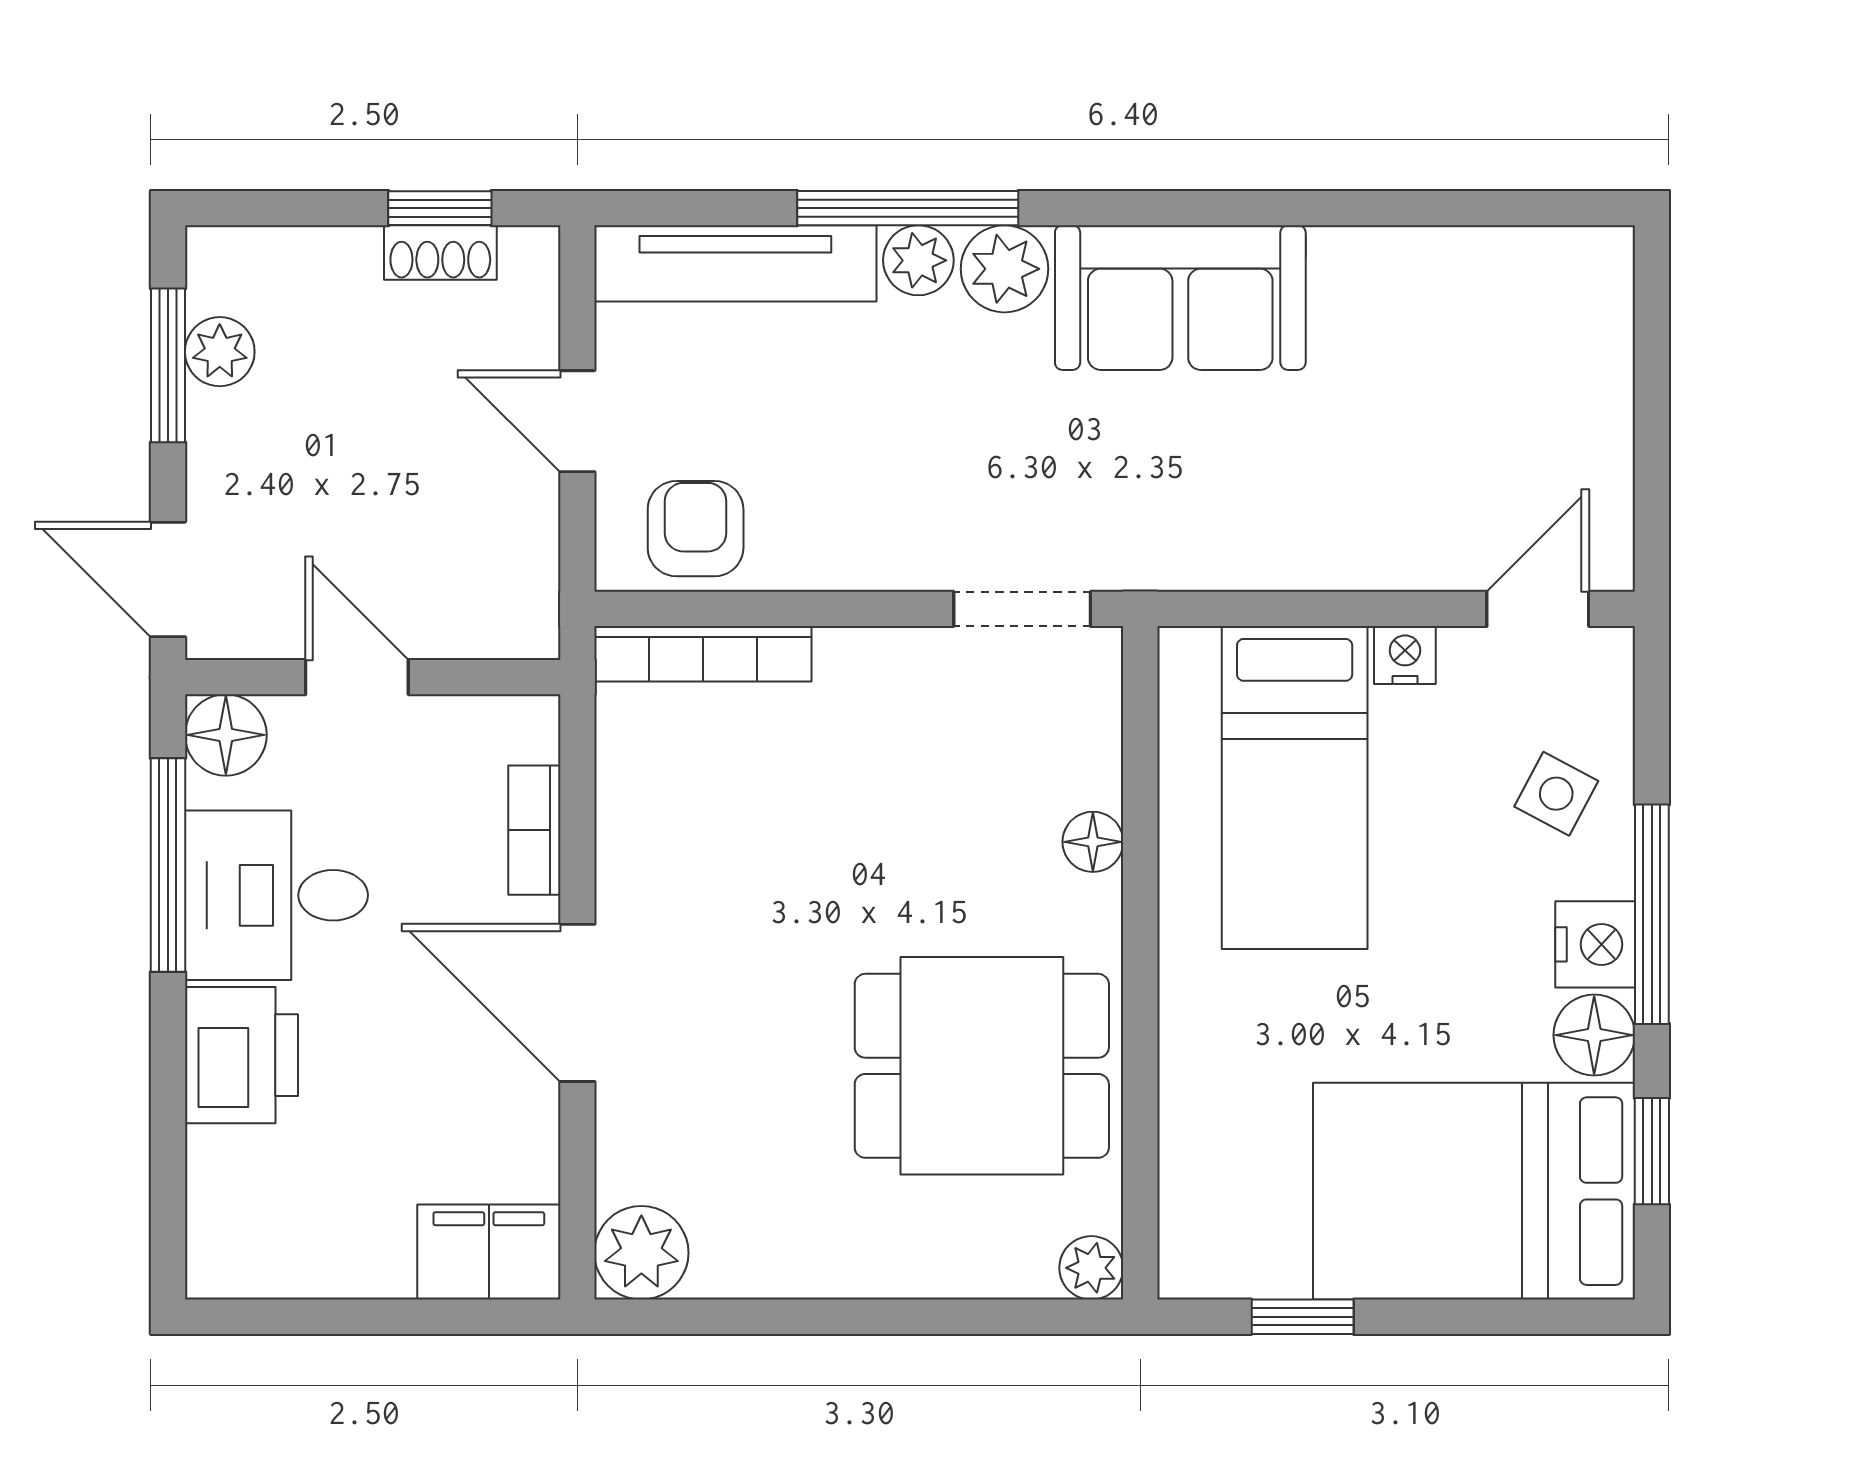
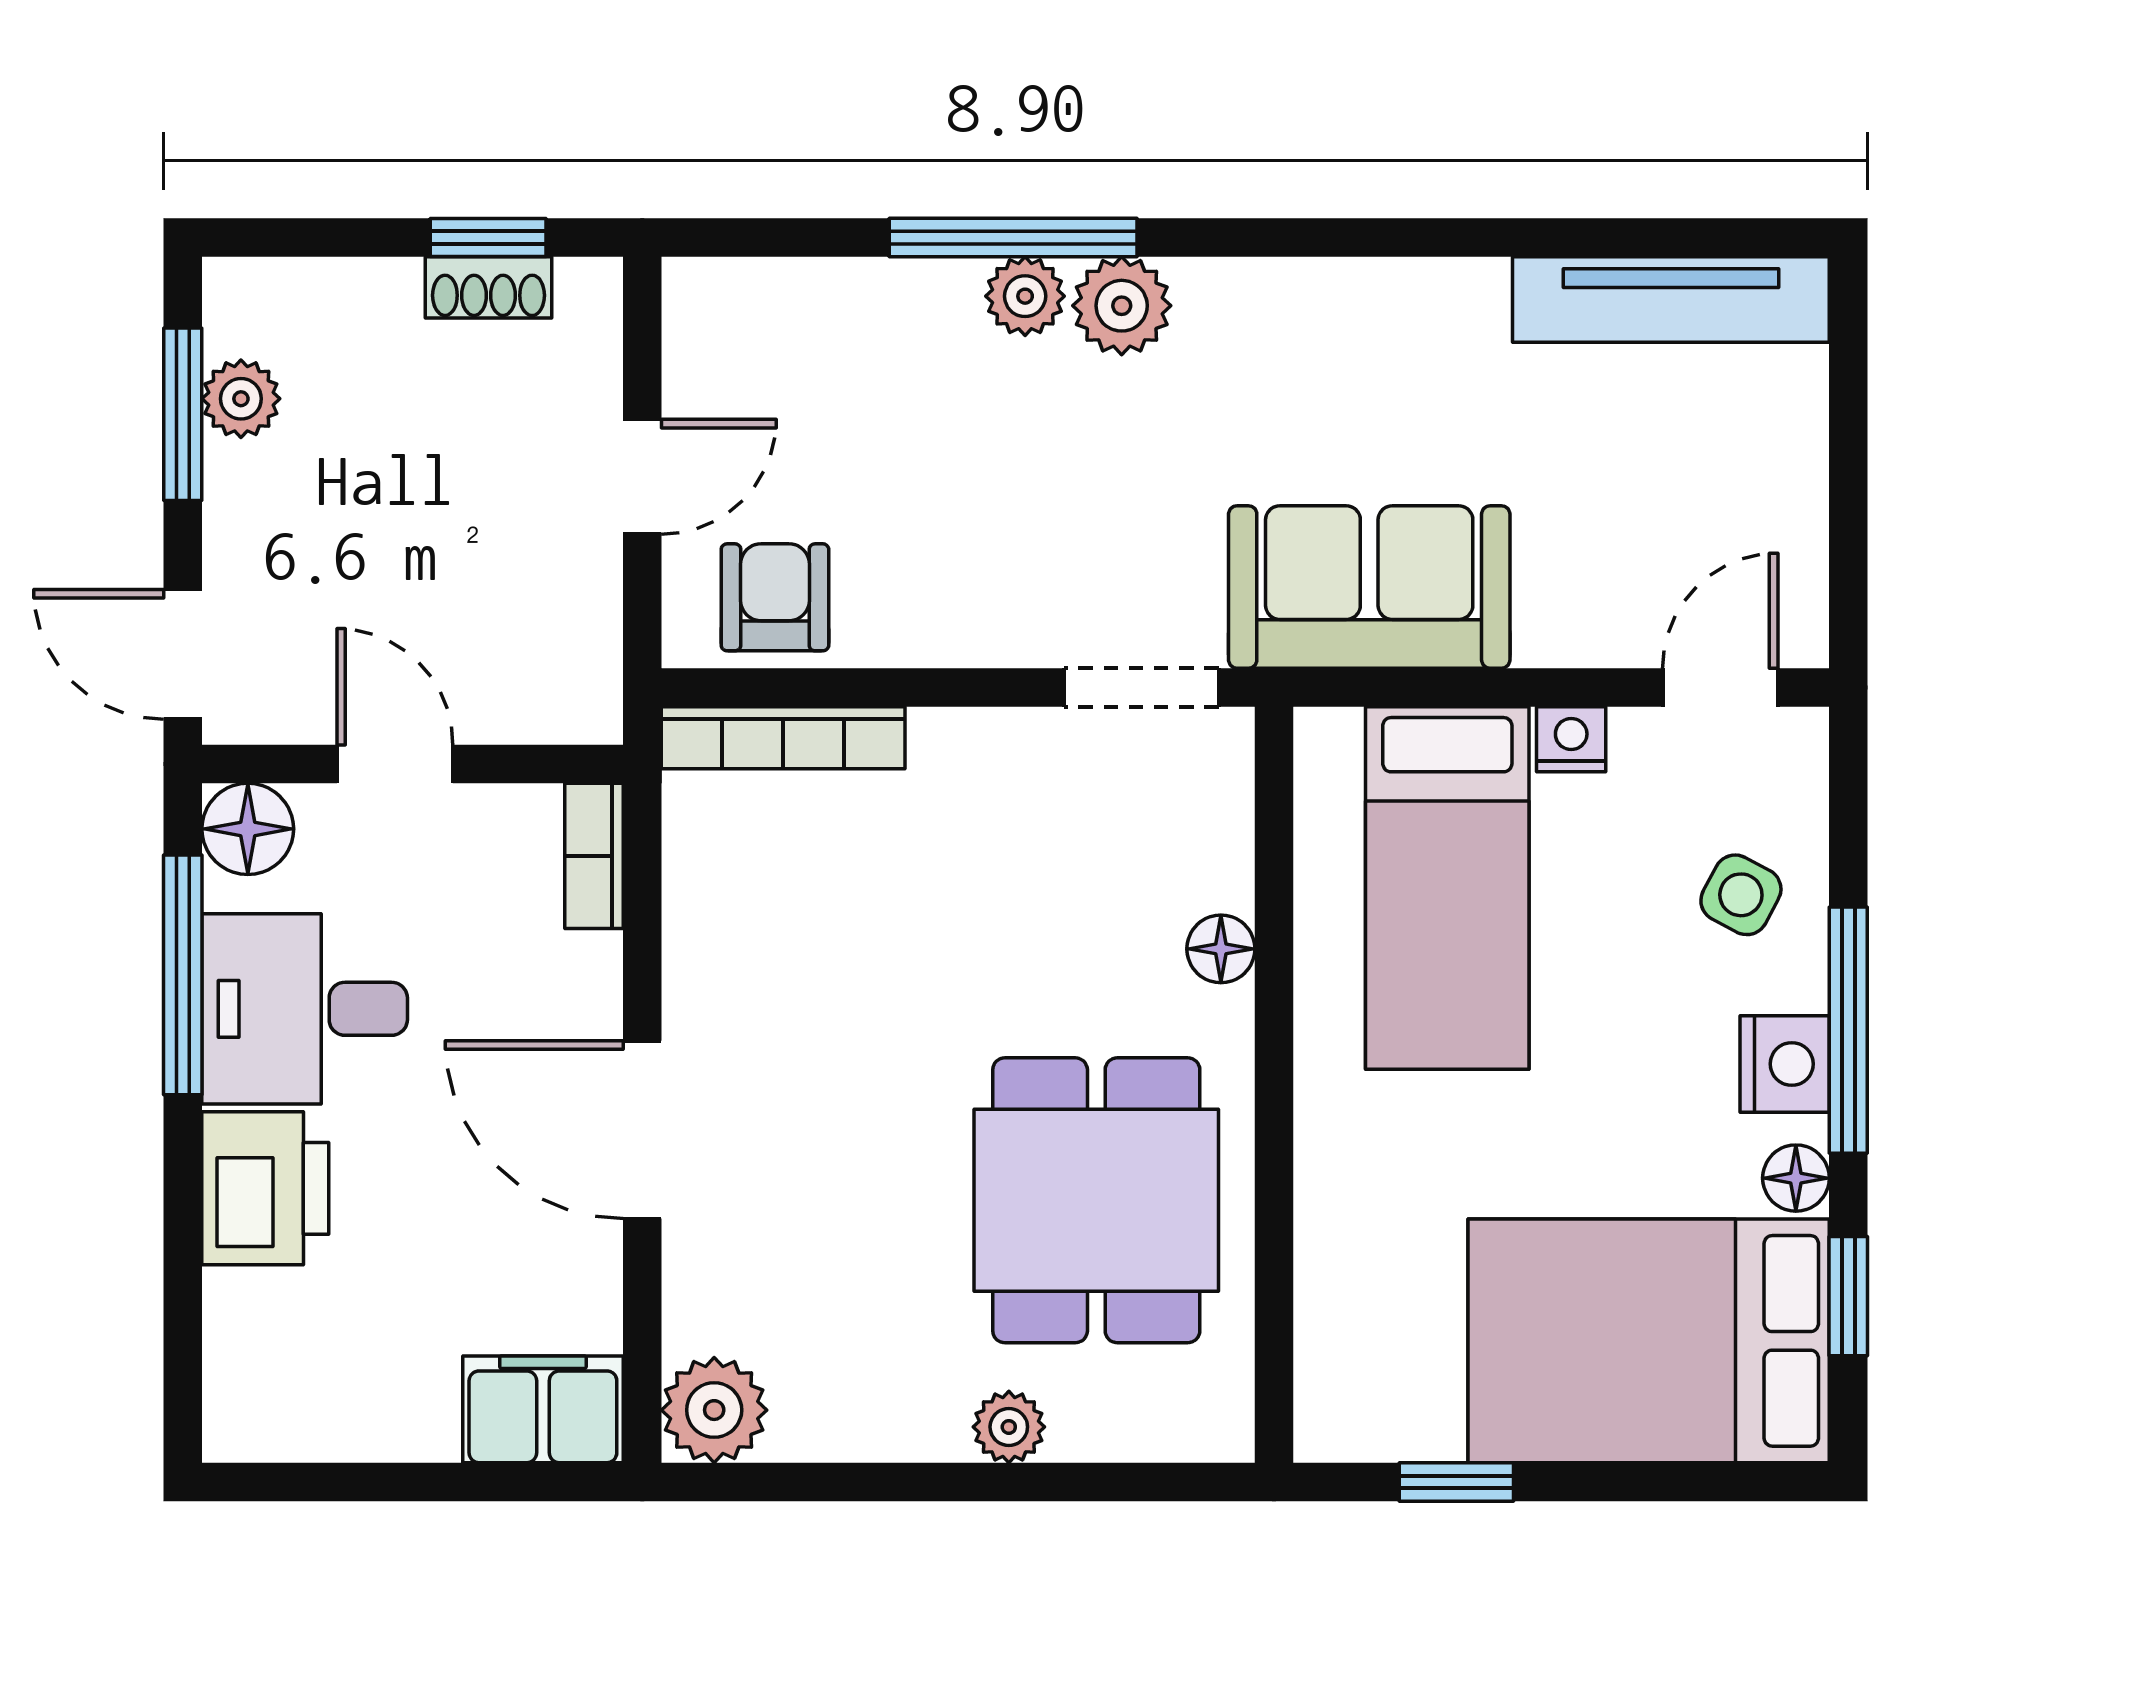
tv unit: (735, 263) -> (1671, 300), moved
sofa: (1180, 298) -> (1369, 587), moved, turned 180
door: (577, 421) -> (642, 477), swing flipped
bookcase: (534, 830) -> (594, 856), moved
floor lamp: (1594, 1035) -> (1796, 1178), width x0.73, depth x0.73
dining table: (982, 1066) -> (1096, 1200), turned 90
plant: (1091, 1268) -> (1009, 1427), moved

